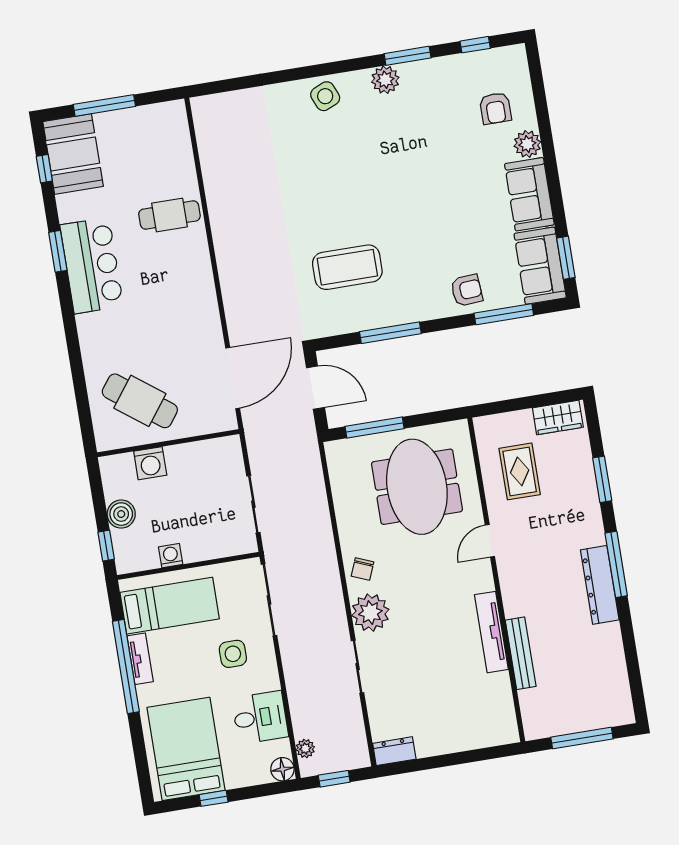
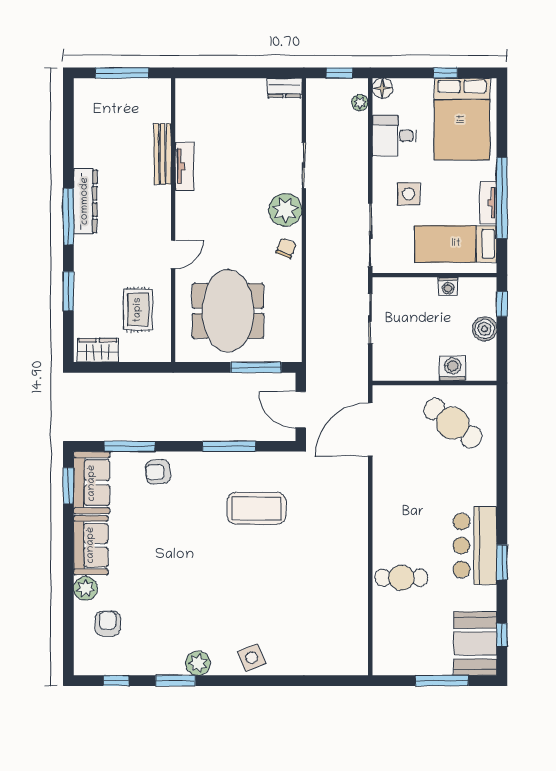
tv unit: (491, 632) -> (185, 166), width x0.71

